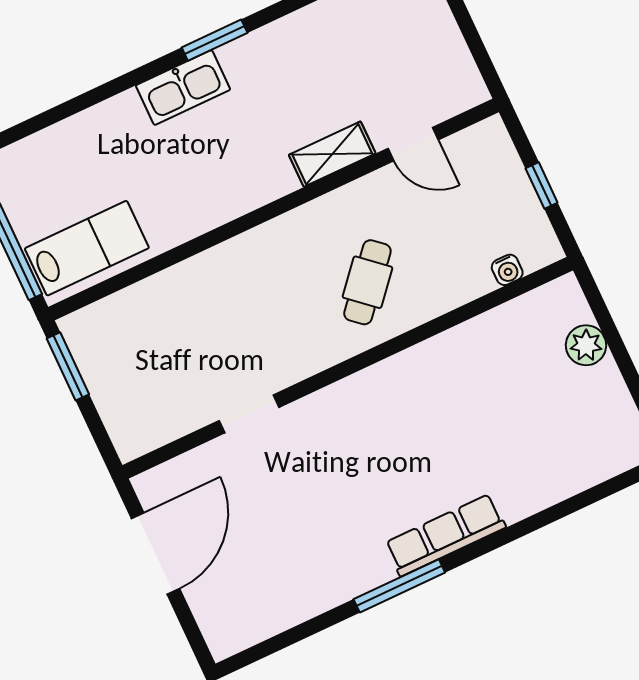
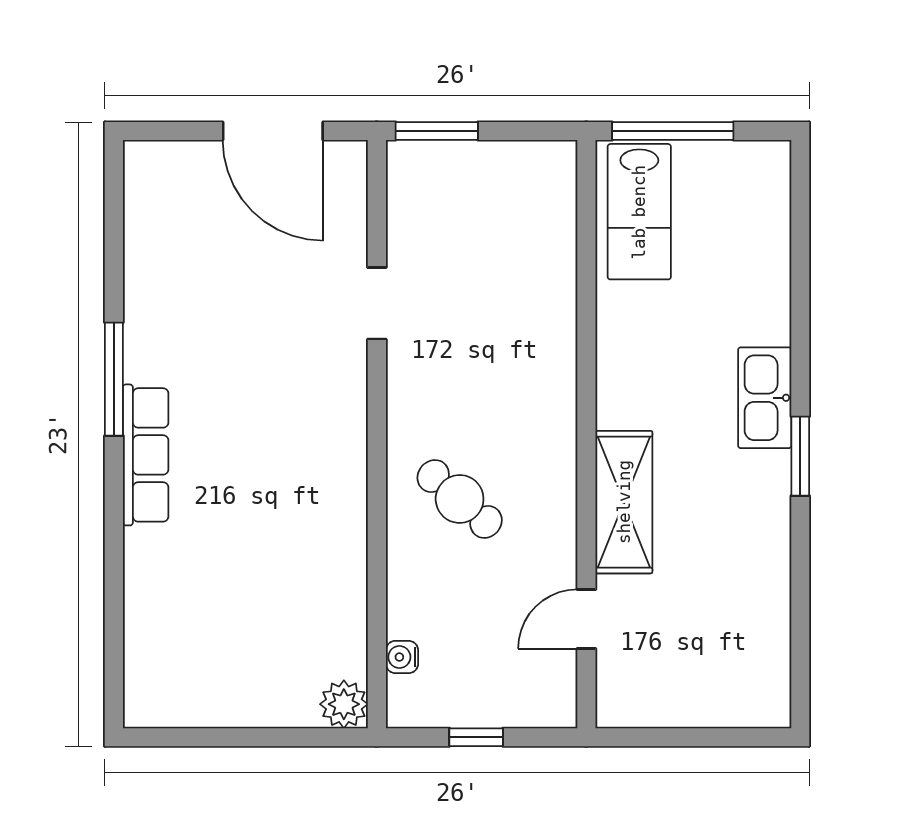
shelving: (332, 154) -> (624, 502), width x1.50, depth x1.33
plant: (586, 345) -> (344, 704), moved
window: (68, 366) -> (437, 131), moved

